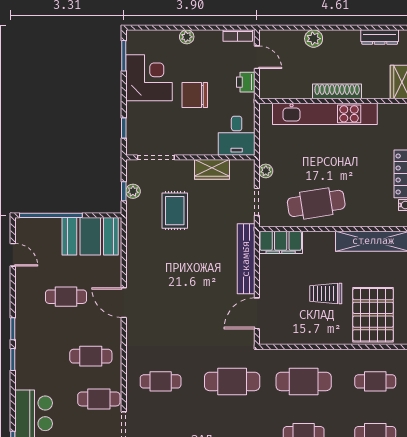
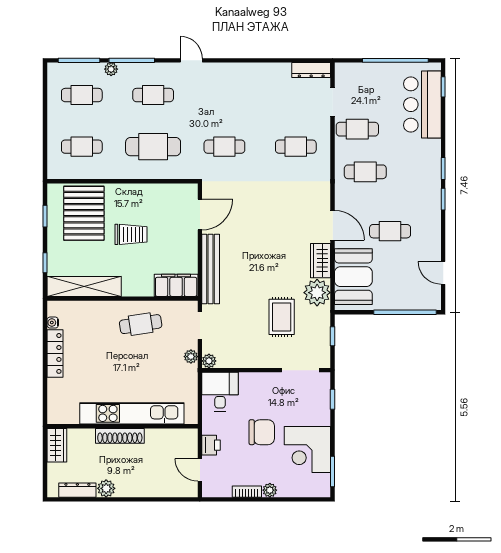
bookcase: (238, 35) -> (247, 492), moved
plant: (314, 39) -> (106, 488), moved
plant: (248, 166) -> (209, 361), added
wardrobe: (212, 169) -> (321, 261), moved, turned -90
plant: (133, 191) -> (317, 293), moved, width x1.88, depth x1.88
cafe table: (316, 203) -> (141, 324), width x0.73, depth x0.74
booth: (90, 236) -> (353, 277), moved, turned 90
cafe table: (232, 381) -> (224, 147), width x0.73, depth x0.74

